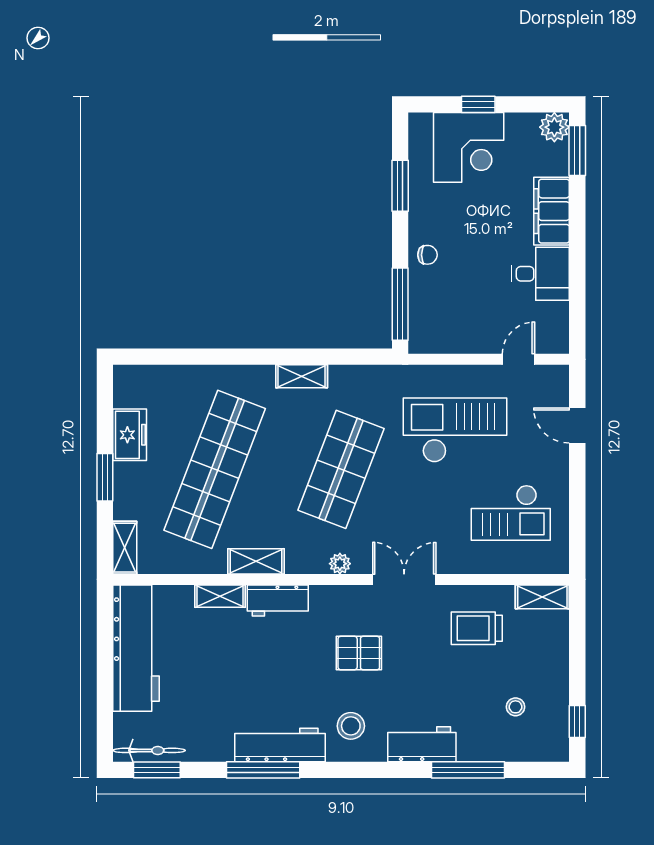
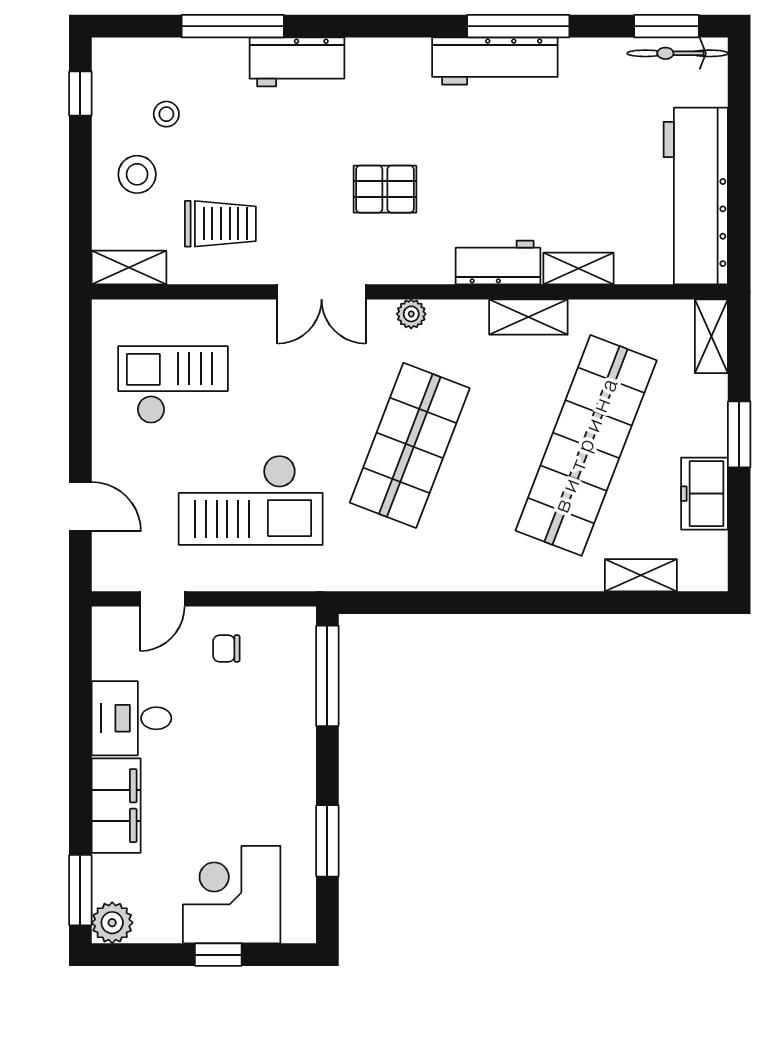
chair: (427, 255) -> (226, 648), moved
shelving: (302, 376) -> (641, 575), moved
stool: (351, 726) -> (137, 174), moved

